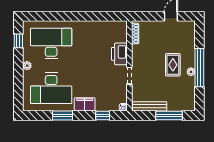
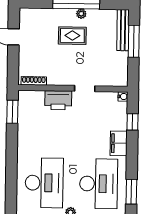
window: (109, 16) -> (12, 112), added
desk: (51, 43) -> (44, 183), turned 180
bench: (150, 106) -> (123, 30), moved
window: (63, 115) -> (131, 192), moved

